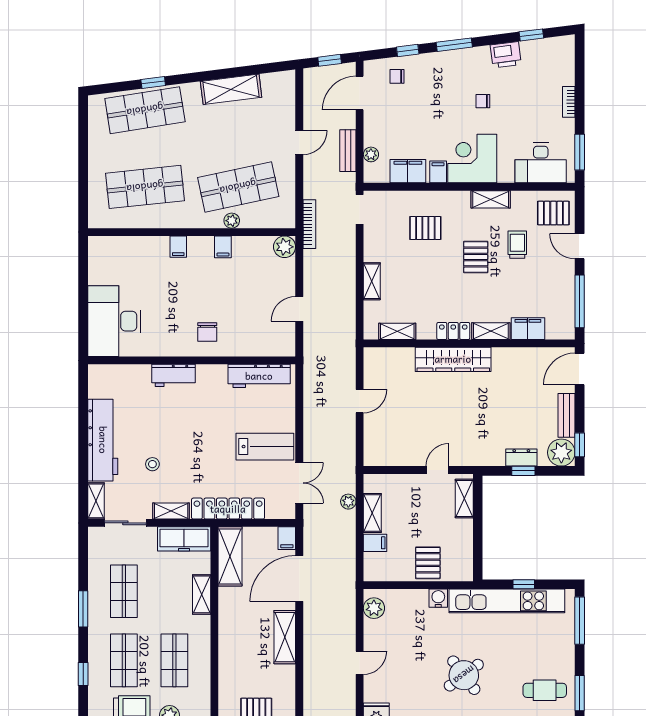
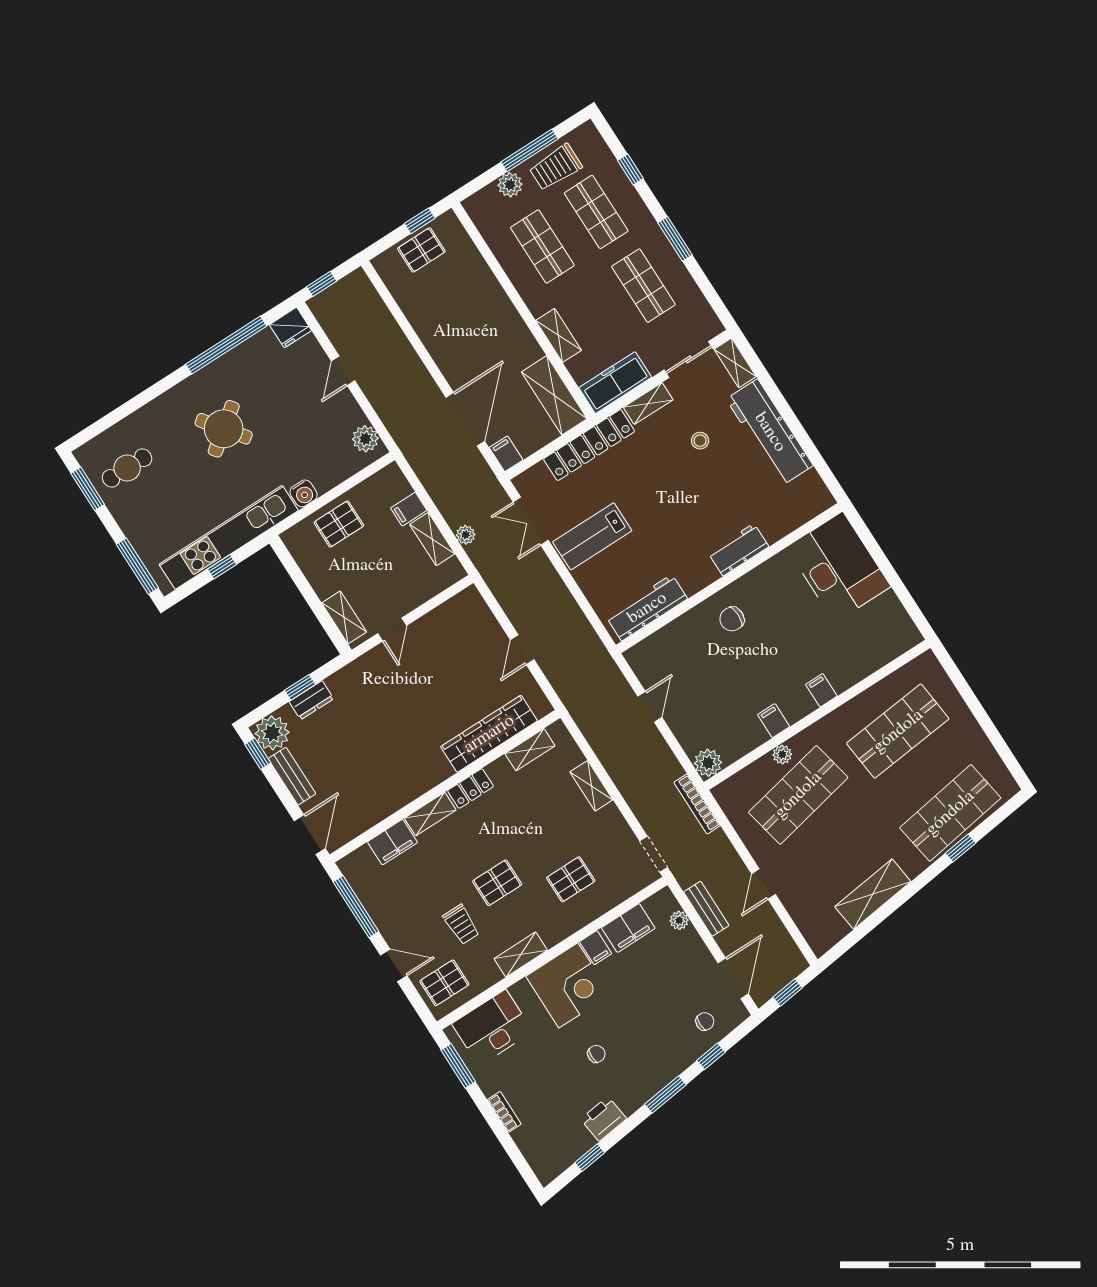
pallet: (476, 257) -> (497, 883), turned 90
chair: (207, 332) -> (732, 619), turned -90
wardrobe: (453, 359) -> (489, 734), moved
pallet: (428, 563) -> (339, 524), turned 90
shelving: (285, 637) -> (441, 347), removed

